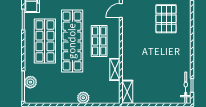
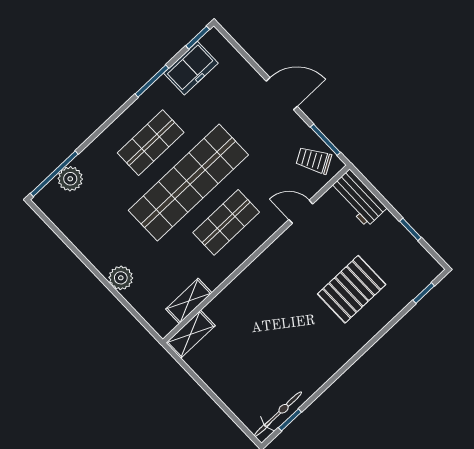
shop shelf: (45, 41) -> (151, 143), width x0.70, depth x0.74
shelving: (115, 69) -> (189, 301), moved

